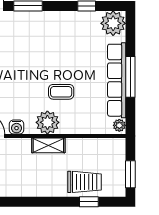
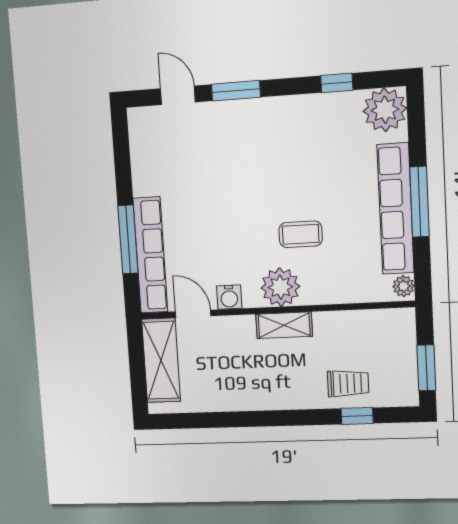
trolley: (84, 182) -> (348, 383), width x0.73, depth x0.72

